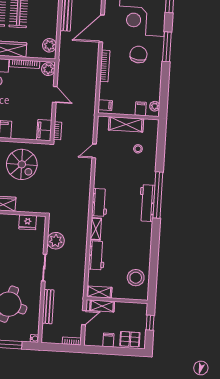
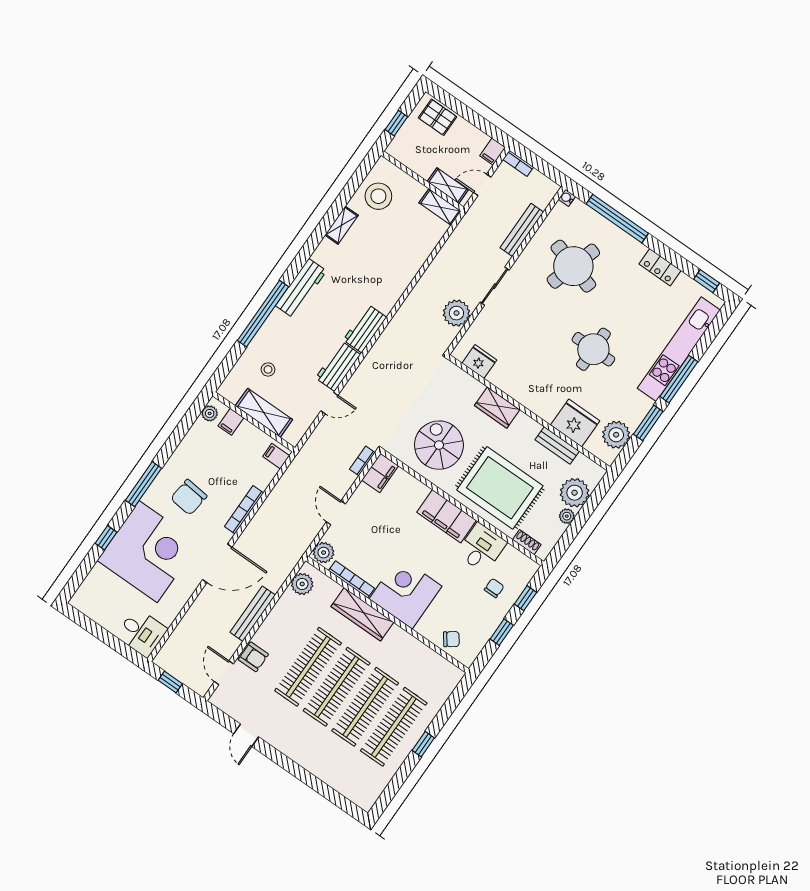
window: (158, 195) -> (263, 314), moved
shelving: (96, 229) -> (342, 225), moved
workbench: (97, 255) -> (338, 366), moved
filing cabinet: (108, 340) -> (493, 152), moved

